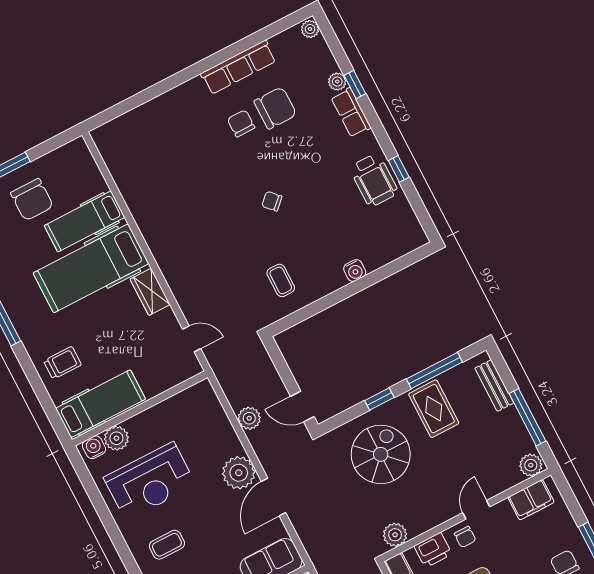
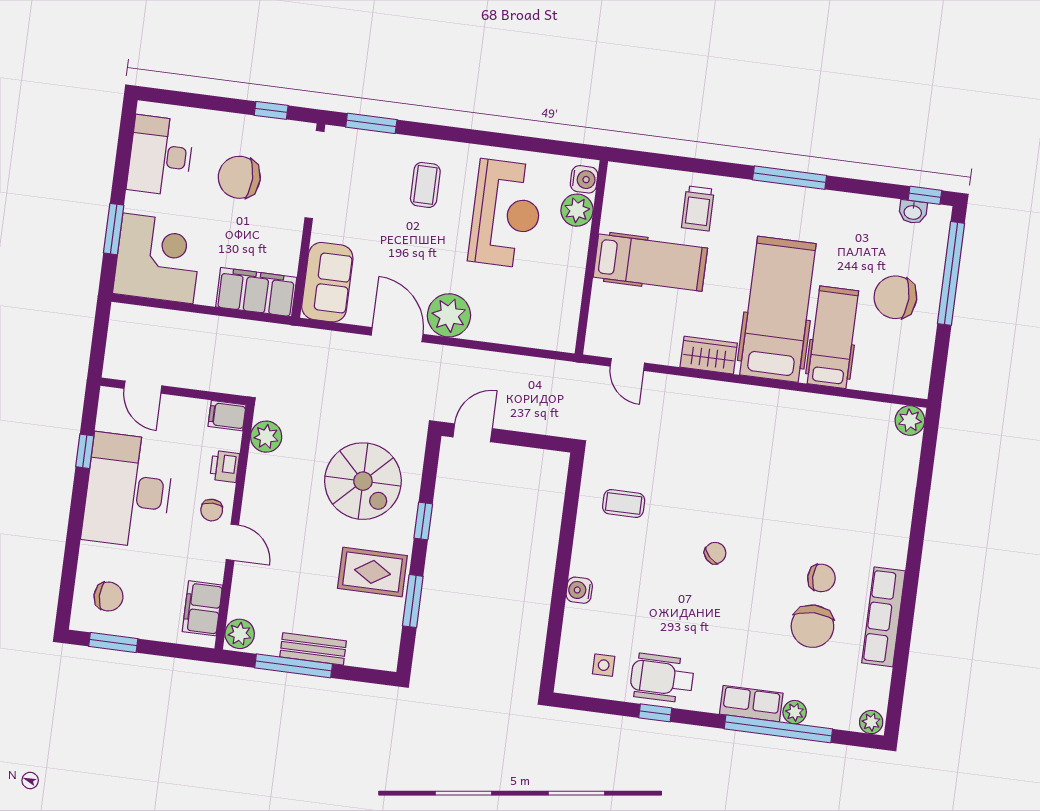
window: (355, 84) -> (778, 729), width x3.17
side table: (391, 222) -> (604, 665), added
door: (192, 339) -> (627, 365), hinge flipped
window: (434, 371) -> (413, 601), width x0.69
bench: (494, 386) -> (313, 649), moved
hospital bed: (101, 404) -> (650, 263), moved, turned -90
plant: (249, 418) -> (910, 420), moved
reception desk: (150, 481) -> (506, 214), turned 180
chair: (465, 537) -> (212, 510), turned -90
printer: (433, 550) -> (225, 466), width x0.73, depth x0.81

